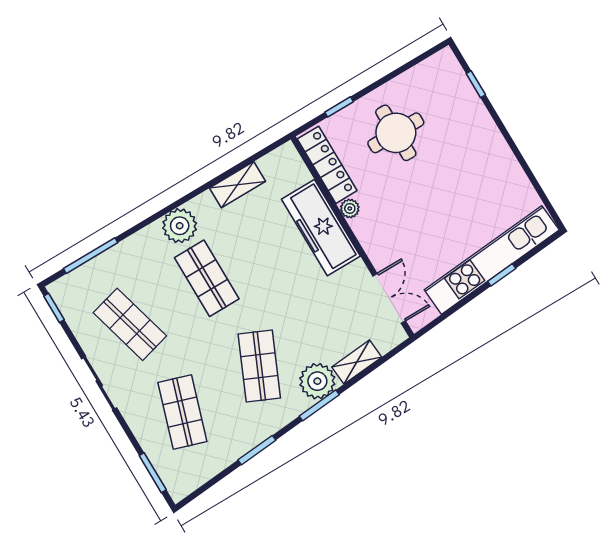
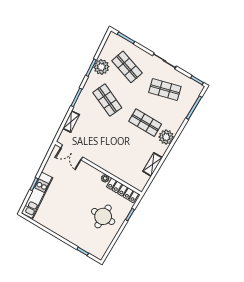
freezer: (321, 228) -> (112, 165), removed
kitchen unit: (492, 260) -> (37, 195), width x0.73
plant: (317, 381) -> (101, 67), moved

